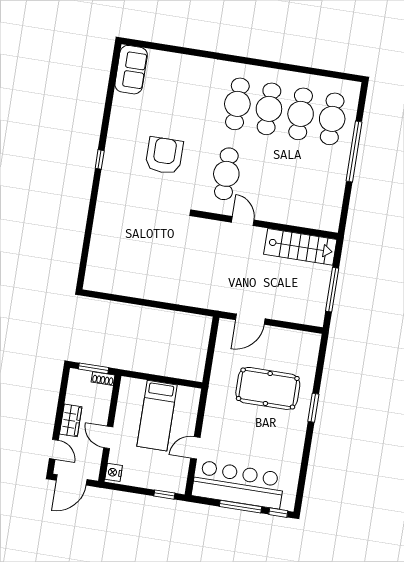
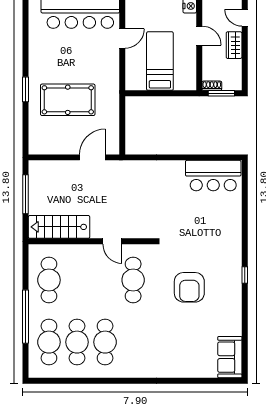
cafe table: (237, 104) -> (49, 280), moved
bar counter: (117, 277) -> (213, 176), added

